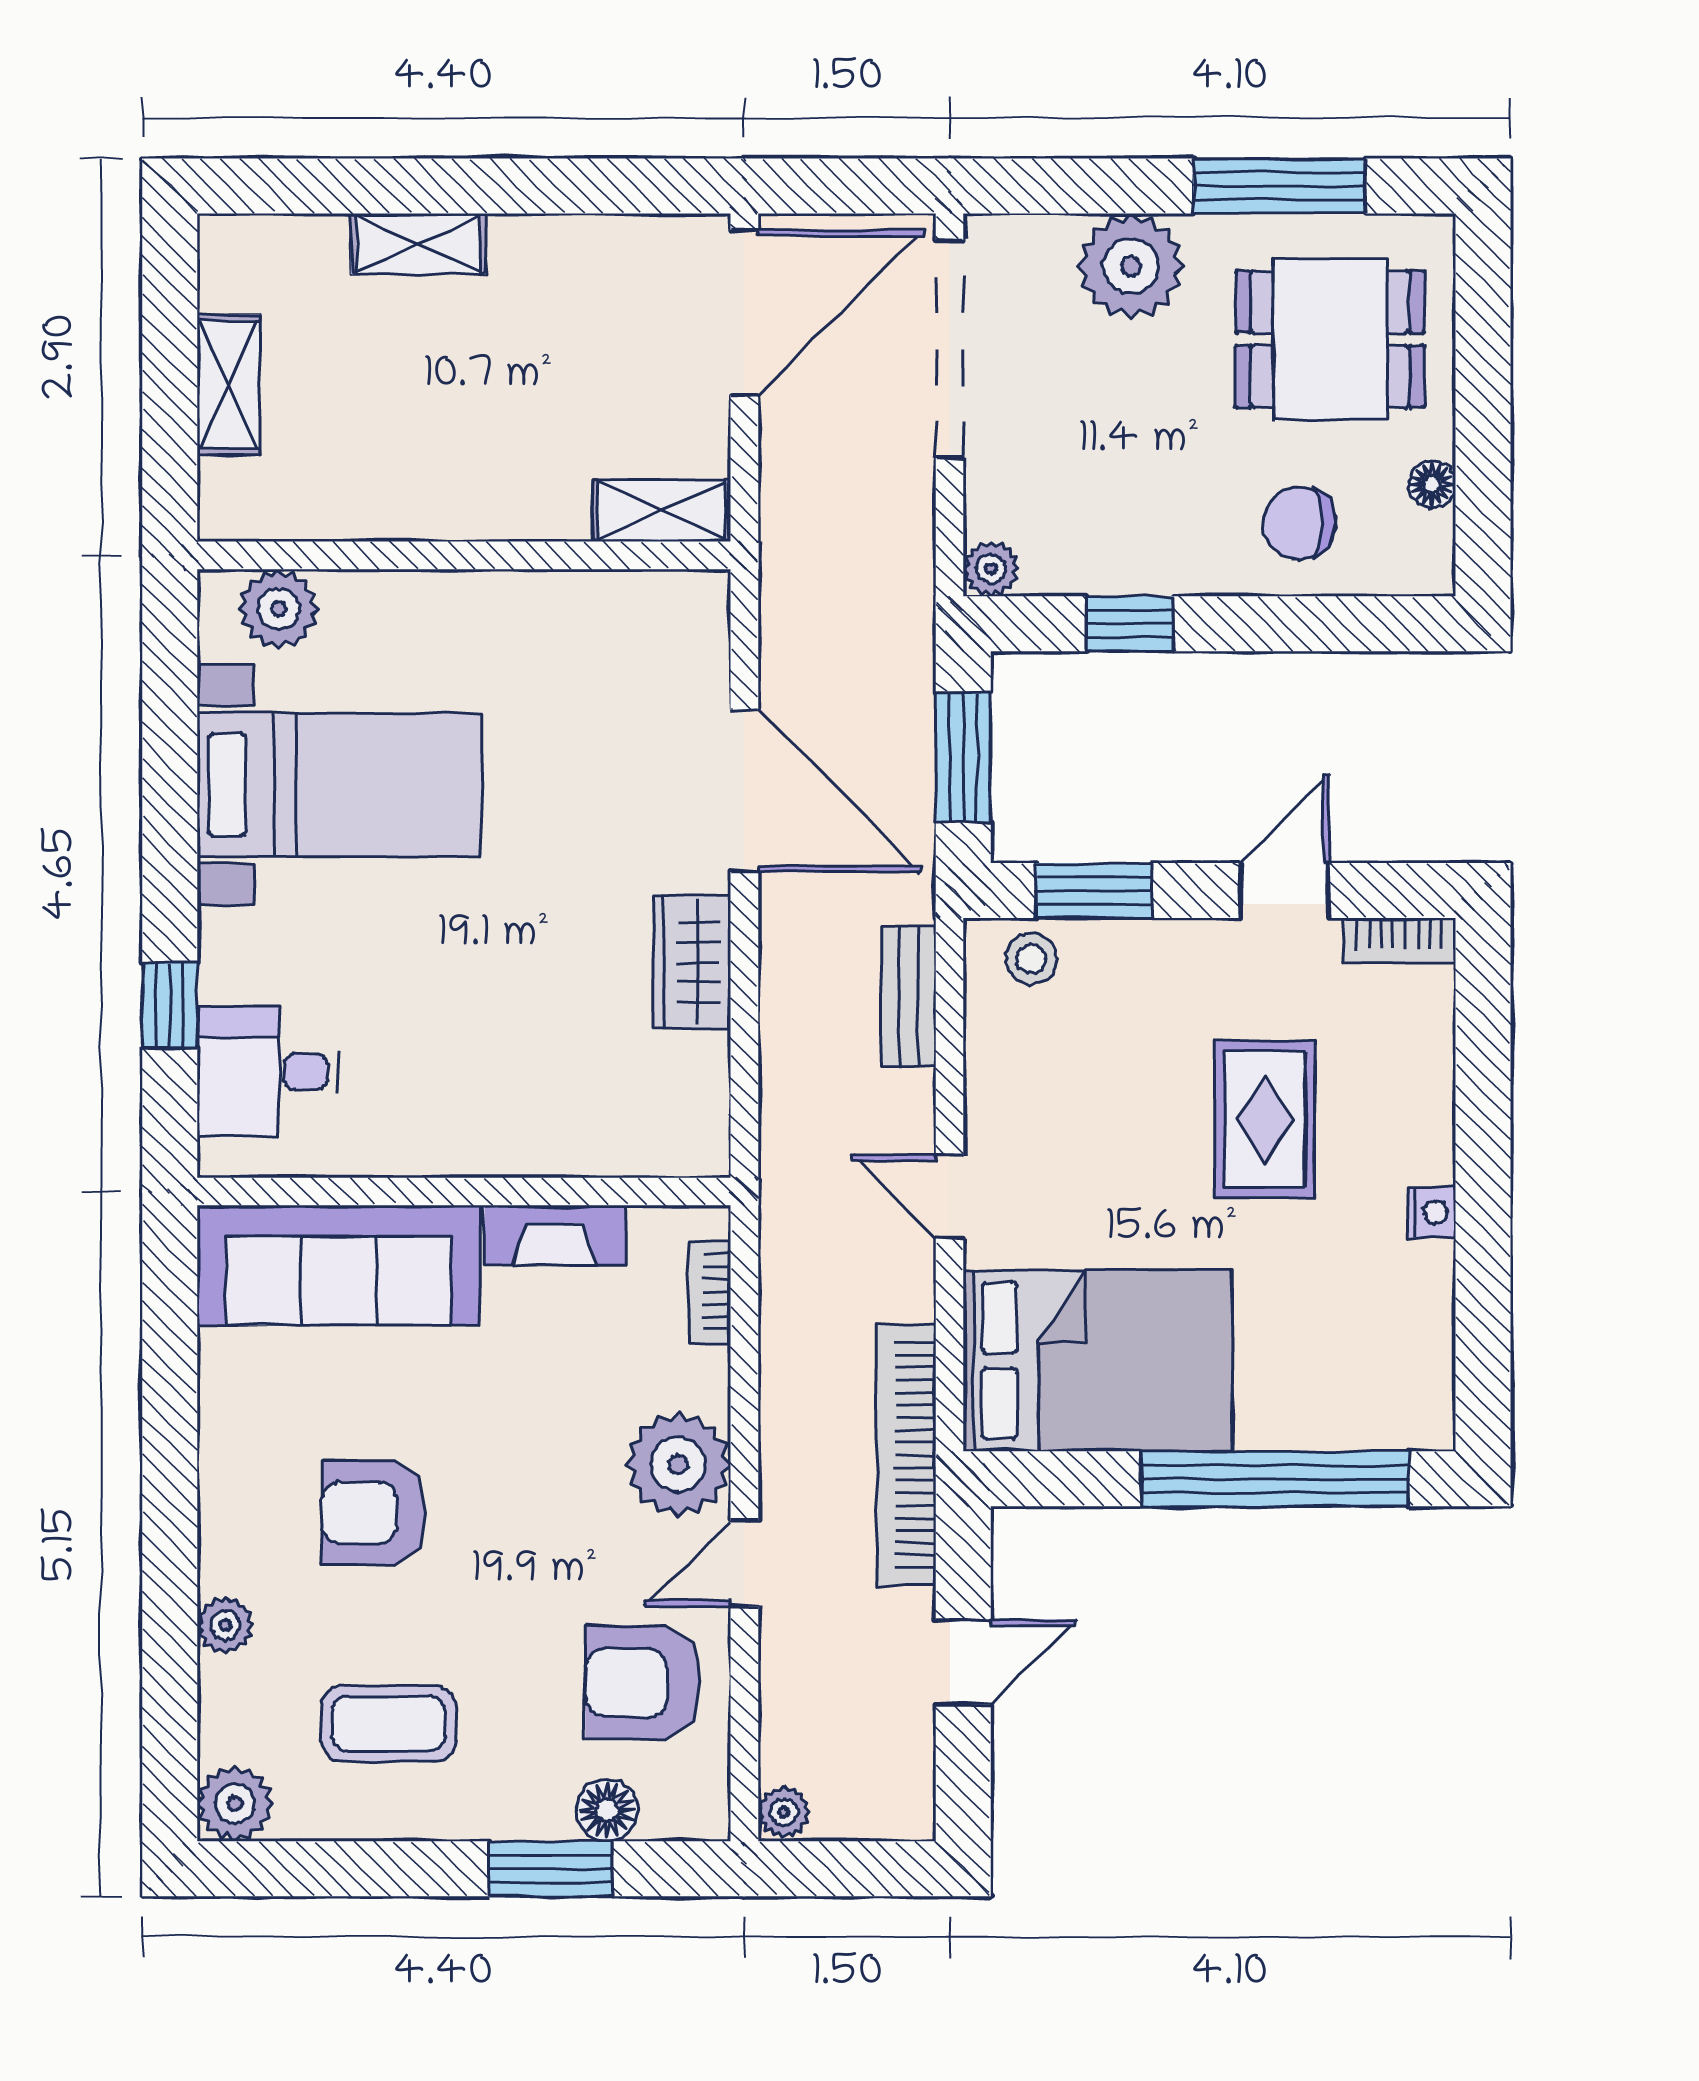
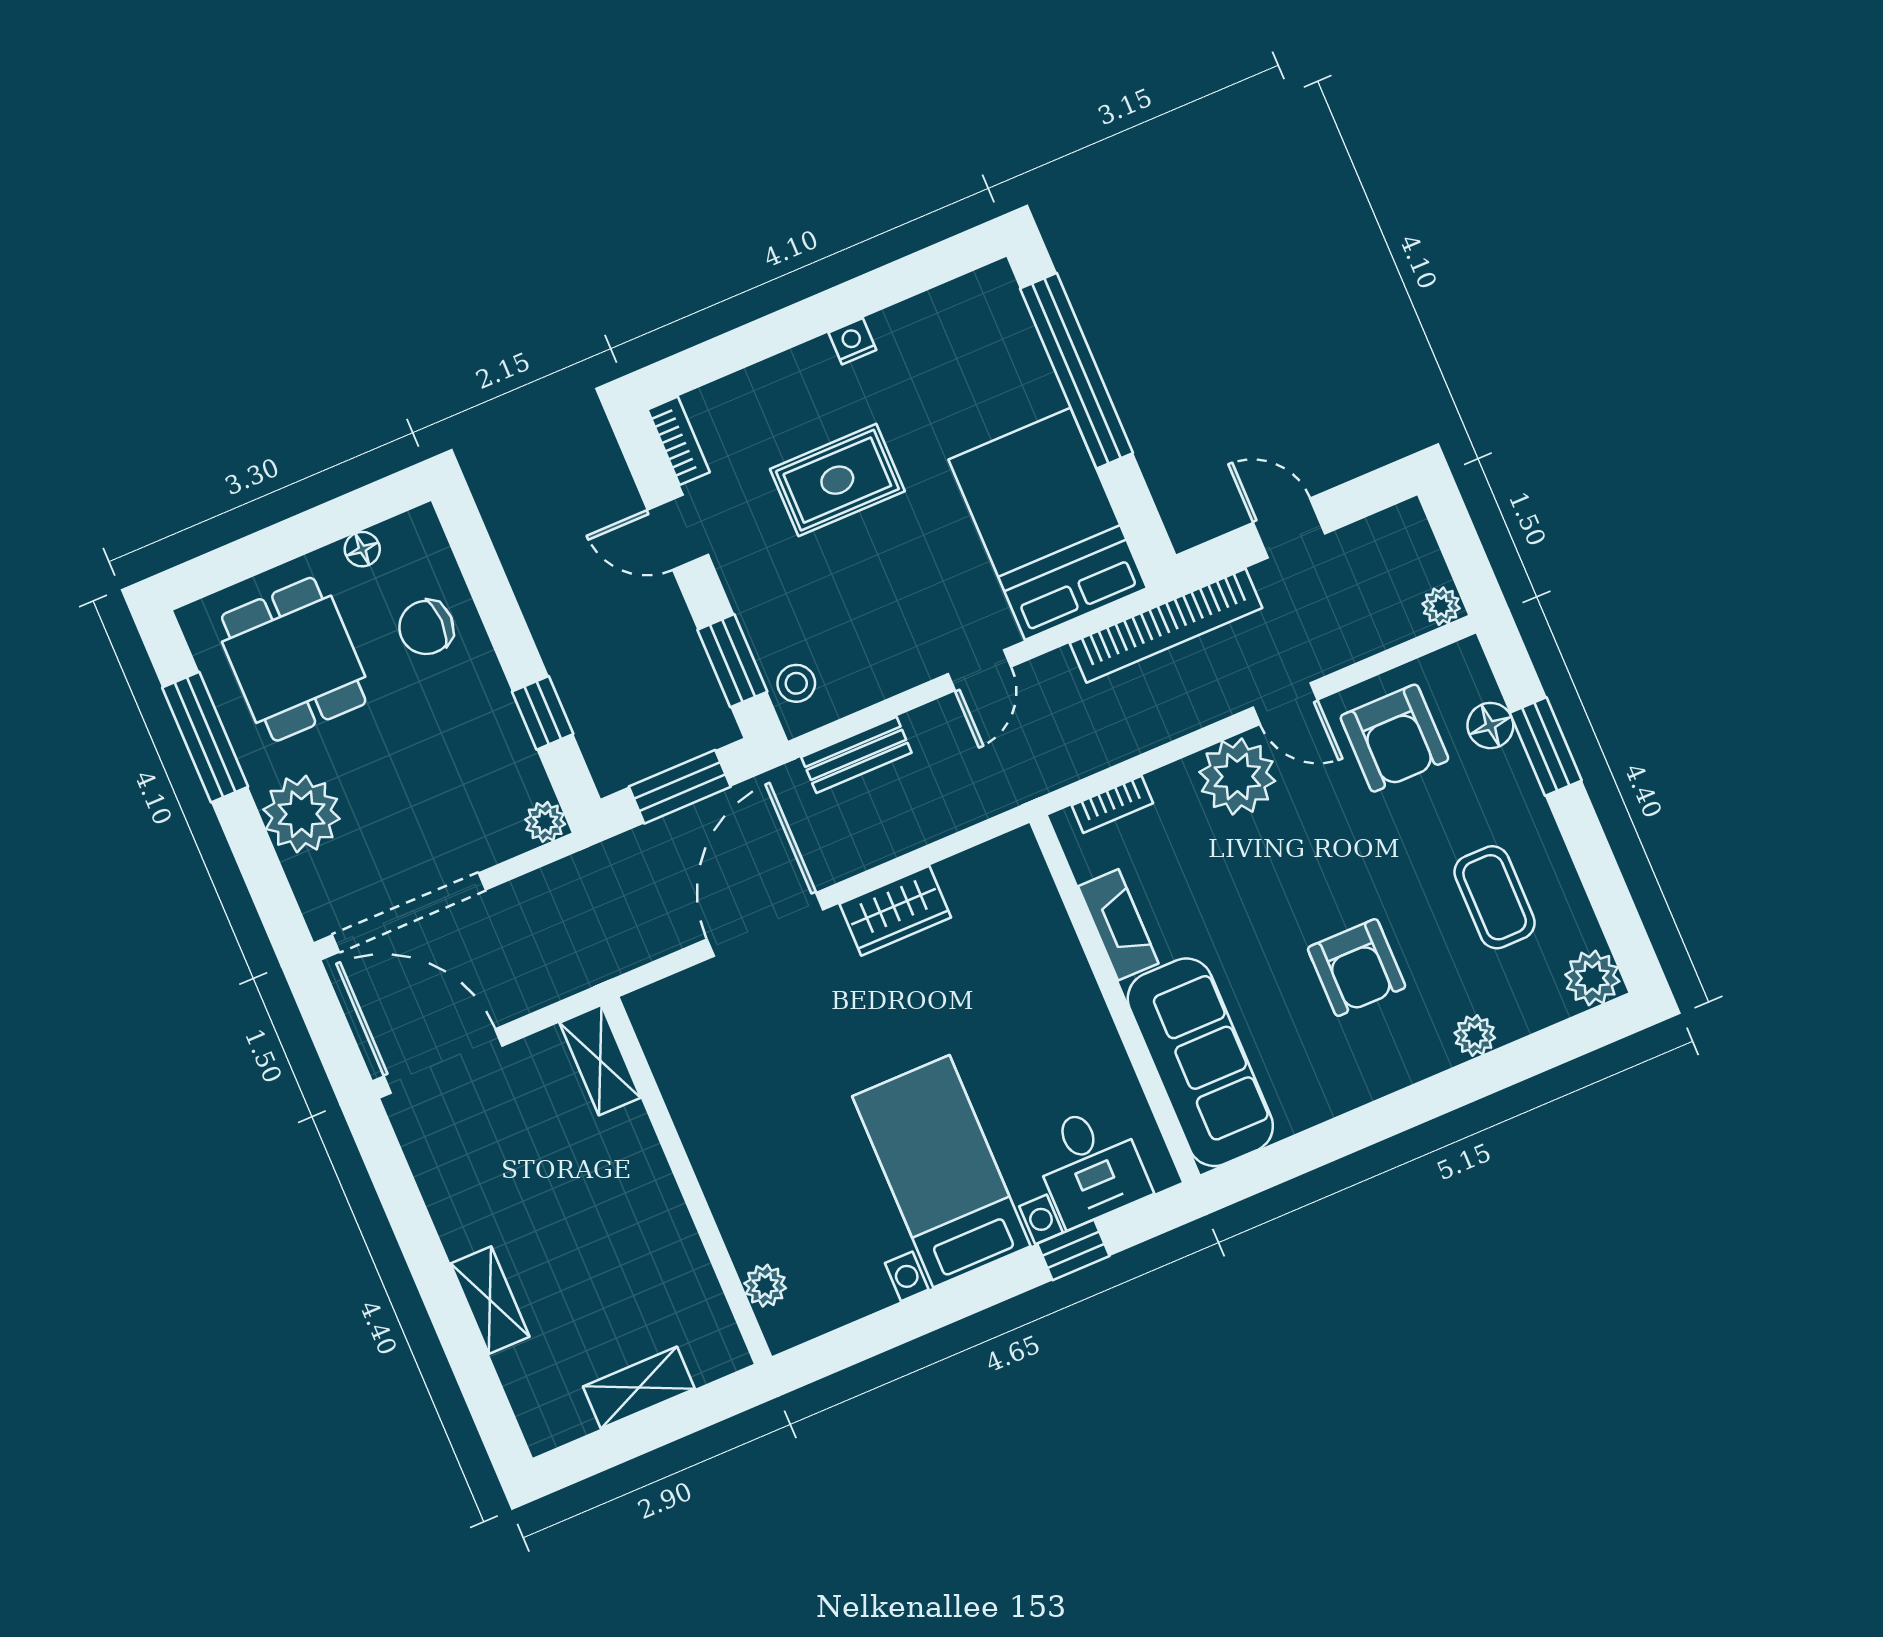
chair: (1299, 523) -> (426, 627), turned 90
plant: (279, 609) -> (765, 1286), width x0.73, depth x0.73
bed with nightstands: (339, 785) -> (941, 1171), moved

